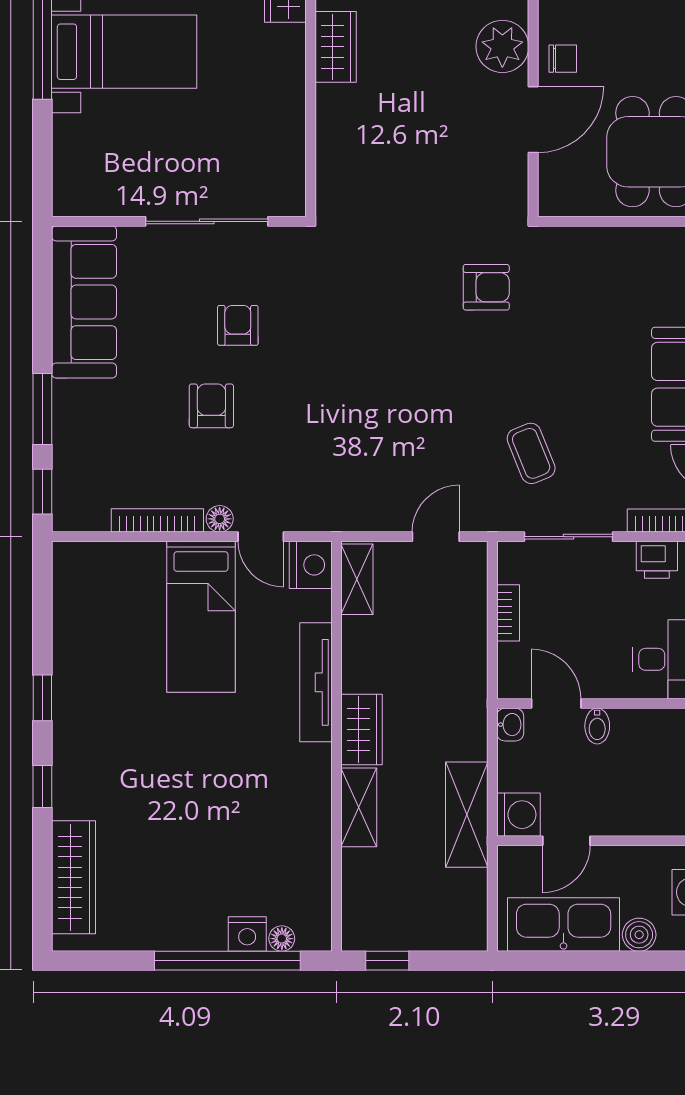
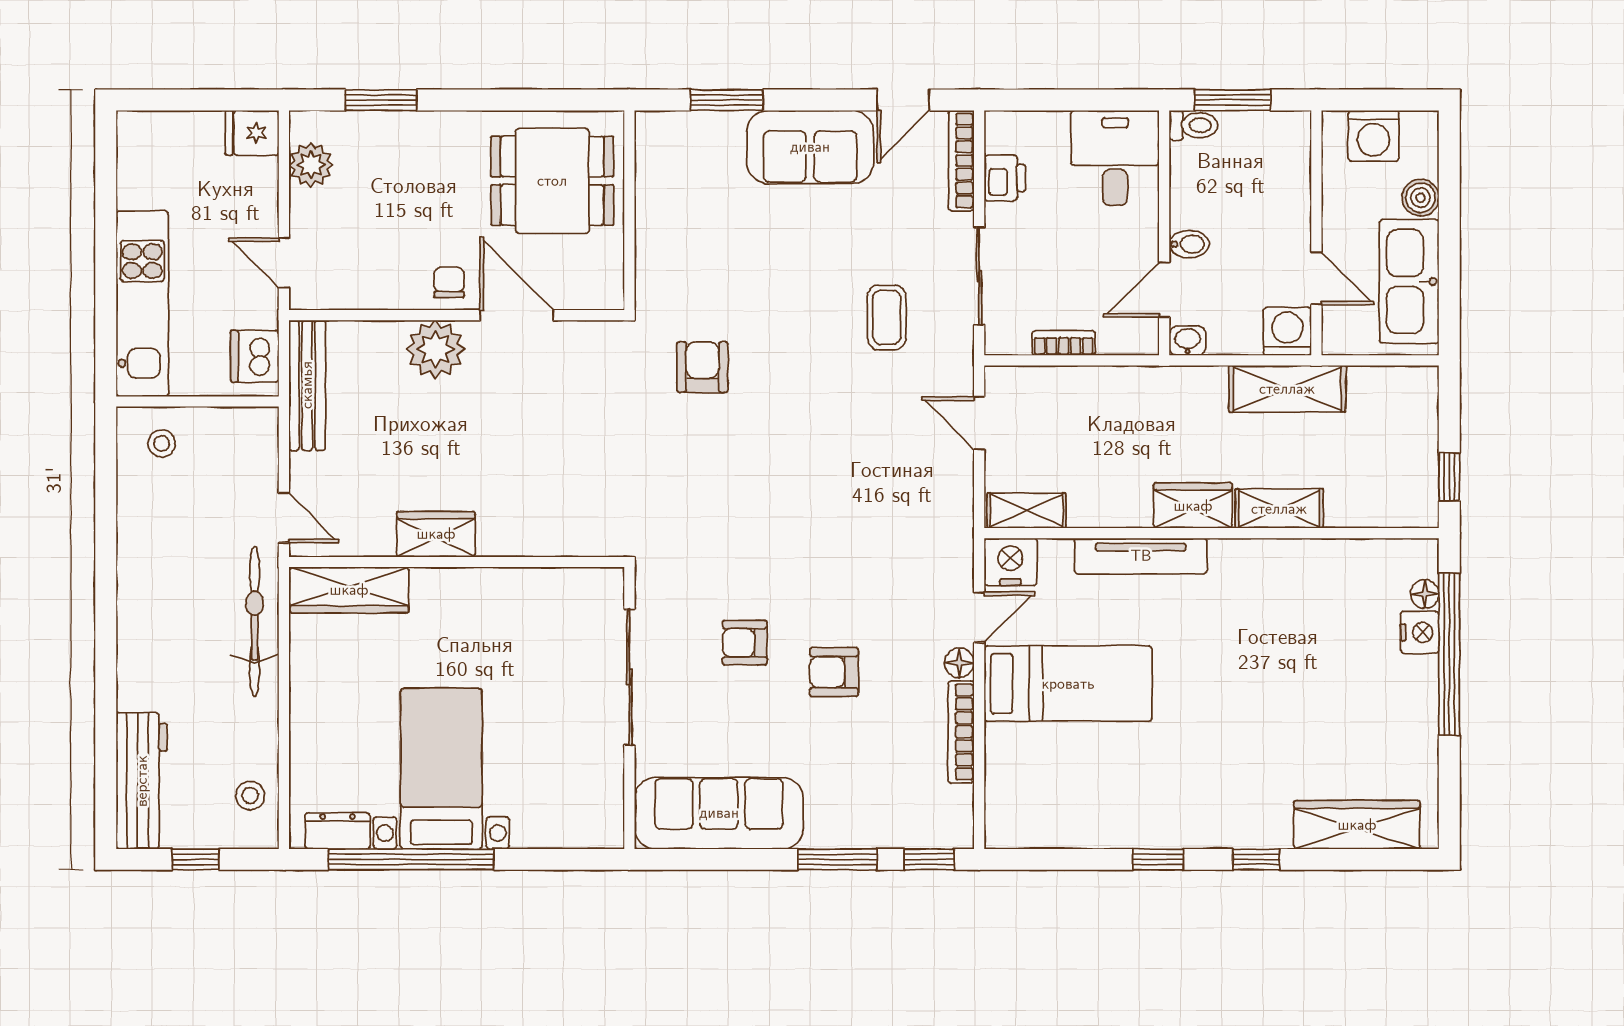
coffee table: (531, 453) -> (887, 317), turned -68

